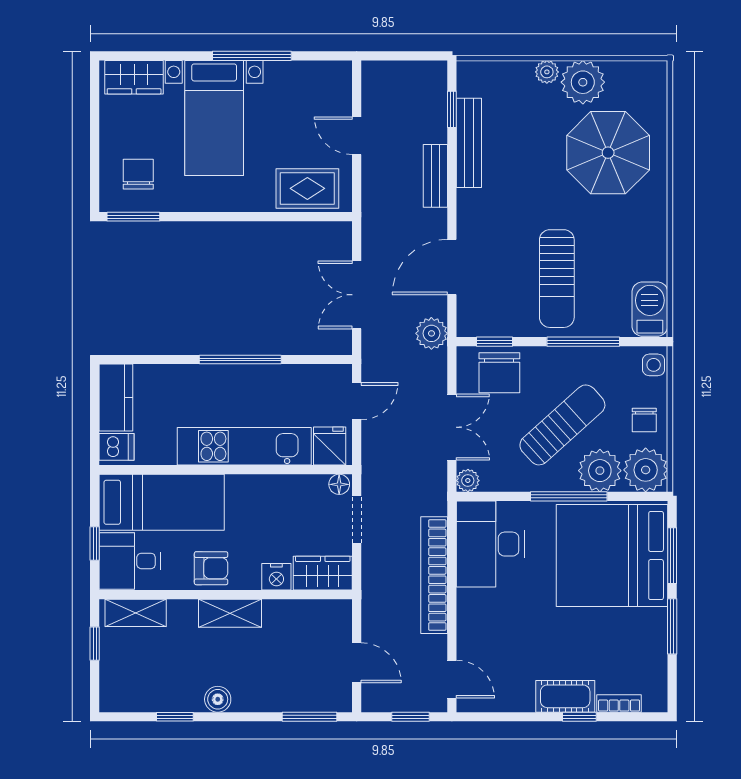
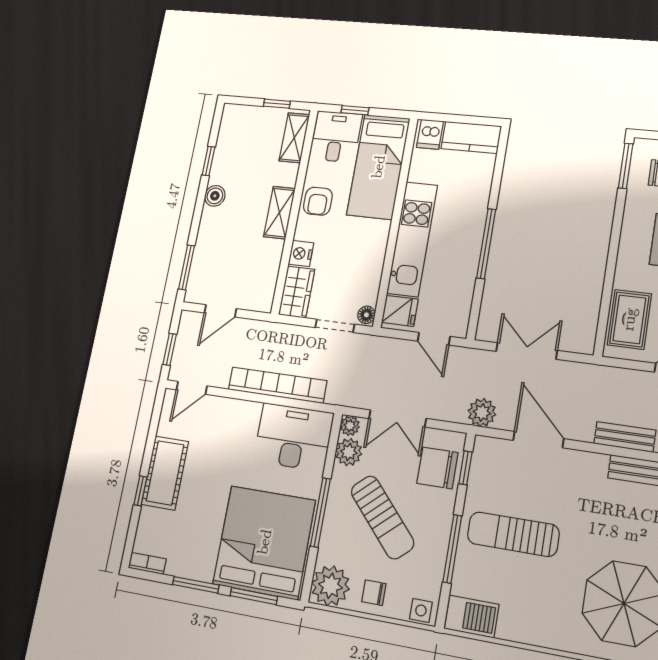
plant: (600, 471) -> (349, 452), moved, width x0.73, depth x0.73
cot: (565, 696) -> (165, 473), width x1.37, depth x1.34
bookcase: (619, 703) -> (147, 563), moved, turned -90

